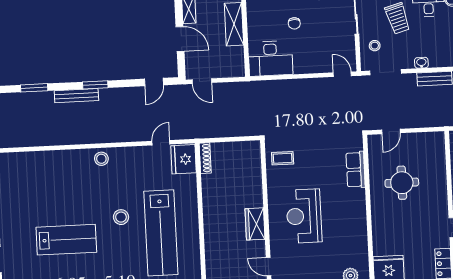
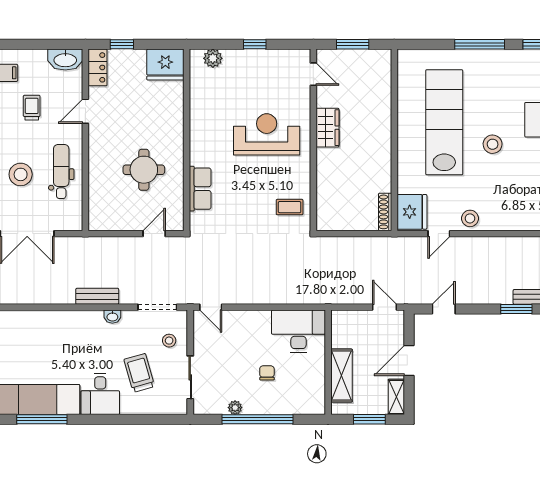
door: (180, 39) -> (409, 360), hinge flipped
stool: (101, 159) -> (470, 218), moved
reception desk: (304, 216) -> (267, 134), turned -90

